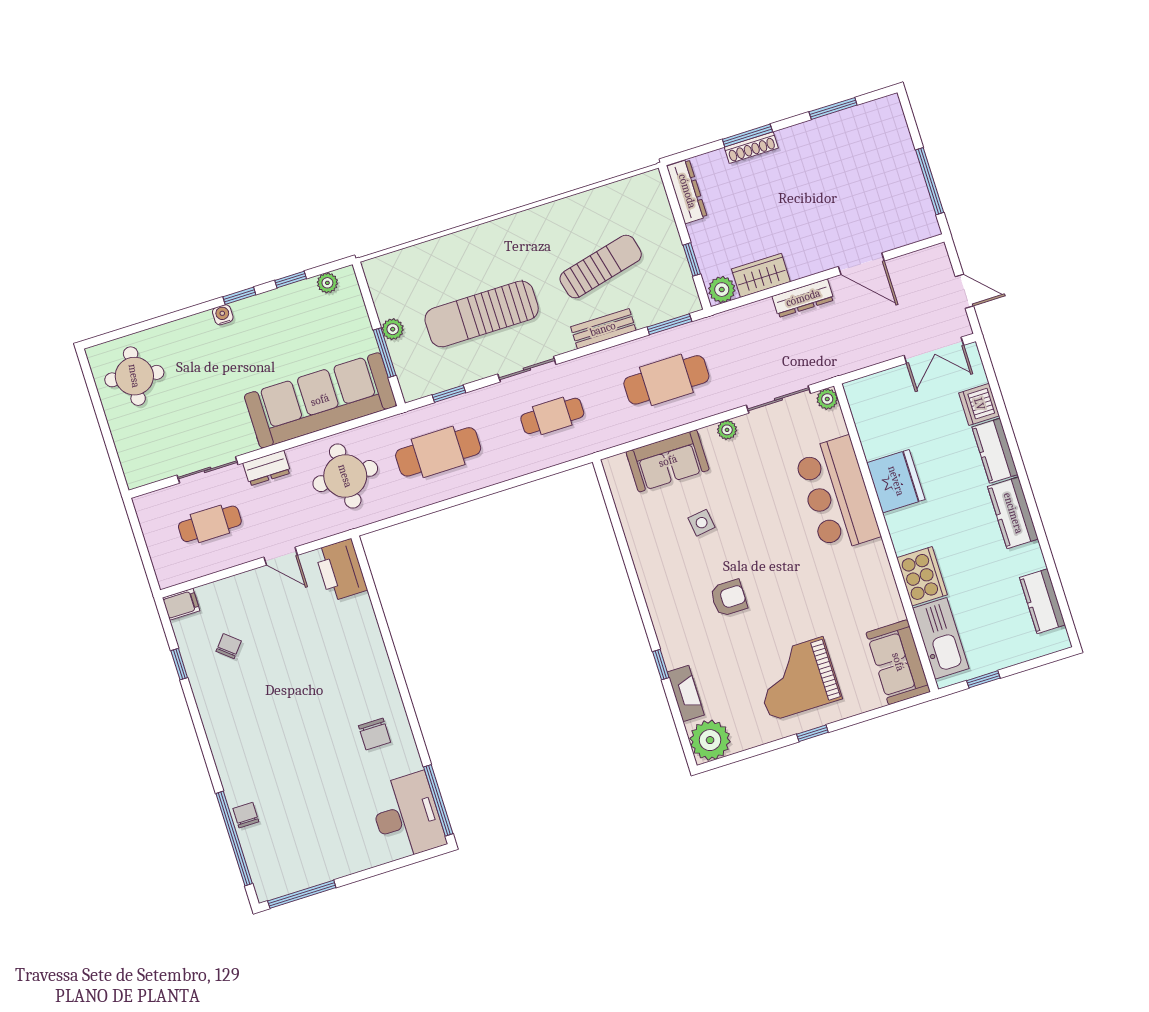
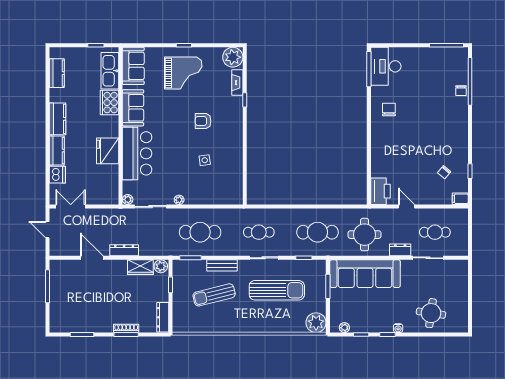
plant: (393, 329) -> (316, 323), moved, width x1.88, depth x1.88
round table: (134, 376) -> (431, 313), moved
sofa: (668, 461) -> (133, 108), moved, turned 90

